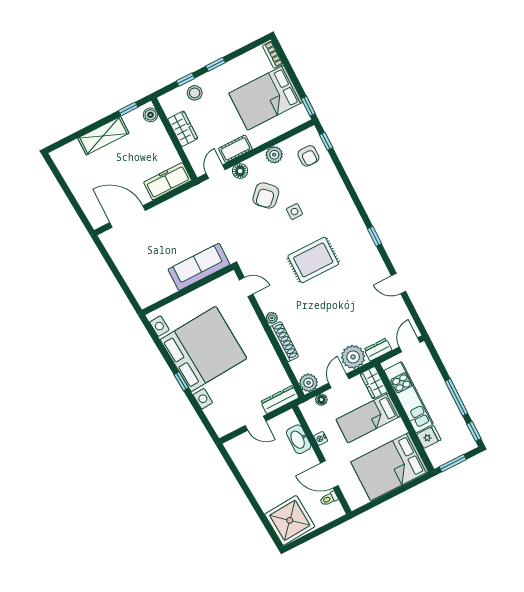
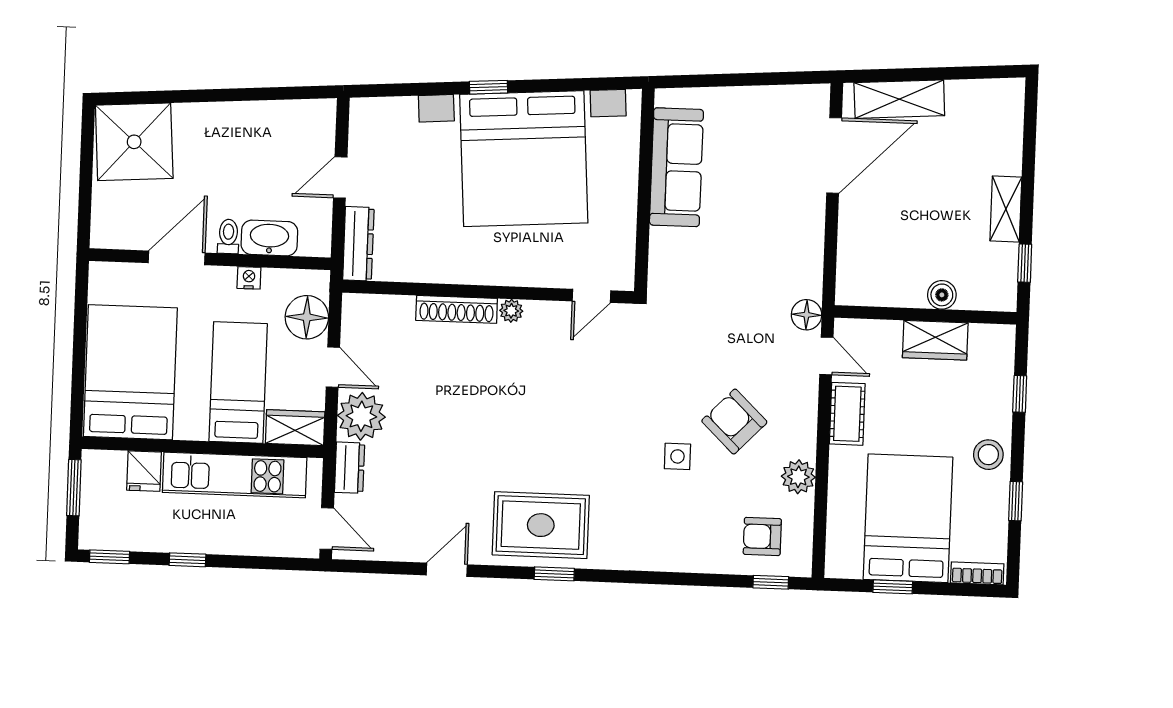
window: (216, 64) -> (1016, 501), moved
stool: (195, 93) -> (988, 455), moved
window: (308, 106) -> (893, 587), moved
boiler: (150, 115) -> (942, 295), moved
shelving: (103, 136) -> (1006, 209), width x0.67, depth x0.75
floor lamp: (240, 171) -> (807, 315), moved
freezer: (168, 181) -> (857, 261), removed
shelving: (88, 202) -> (899, 99), added
rug: (313, 260) -> (541, 525), moved, turned 90
sofa: (199, 267) -> (676, 167), moved
plant: (309, 383) -> (360, 312), removed
window: (456, 397) -> (187, 560), width x0.46
floor lamp: (321, 400) -> (307, 317), width x1.89, depth x1.89
toilet: (329, 499) -> (228, 236), moved

